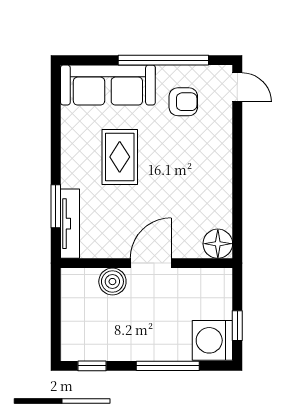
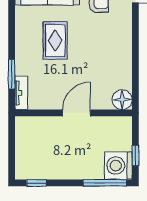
tv unit: (70, 224) -> (21, 93), width x0.71
boiler: (112, 282) -> (50, 125), removed
window: (168, 366) -> (105, 183), moved

